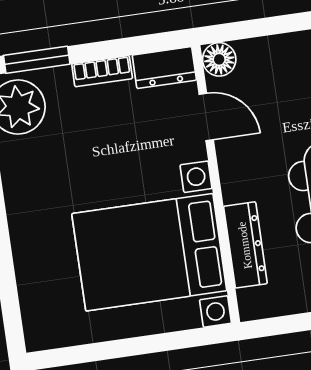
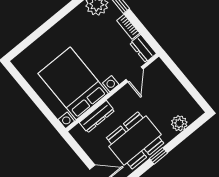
floor lamp: (219, 59) -> (158, 66), removed

